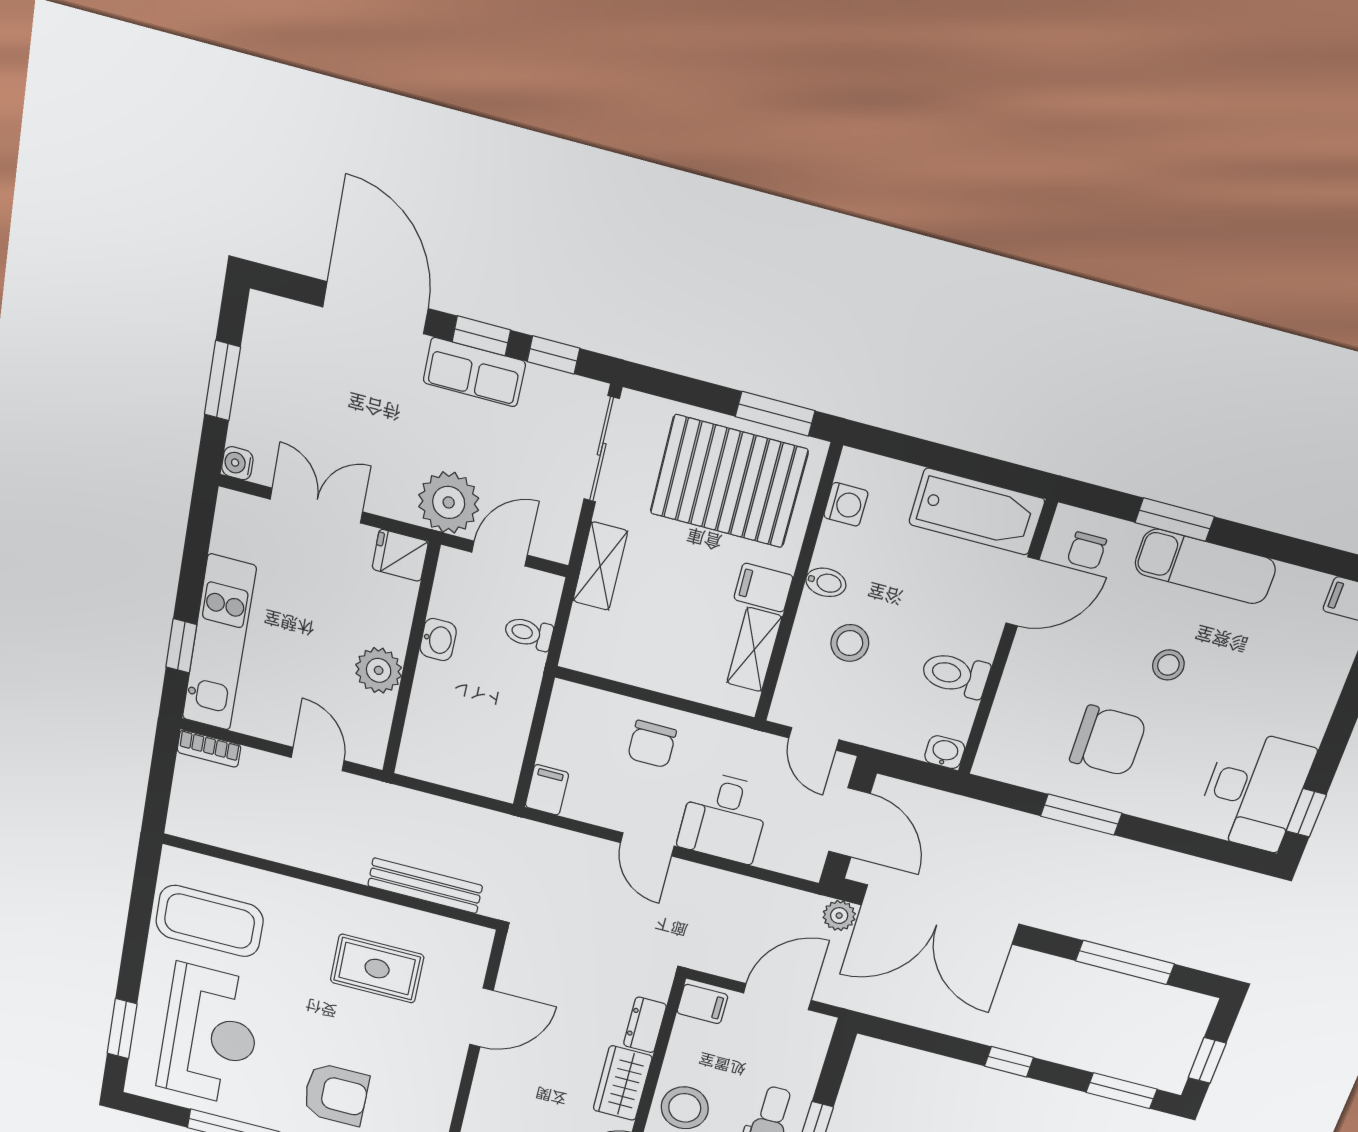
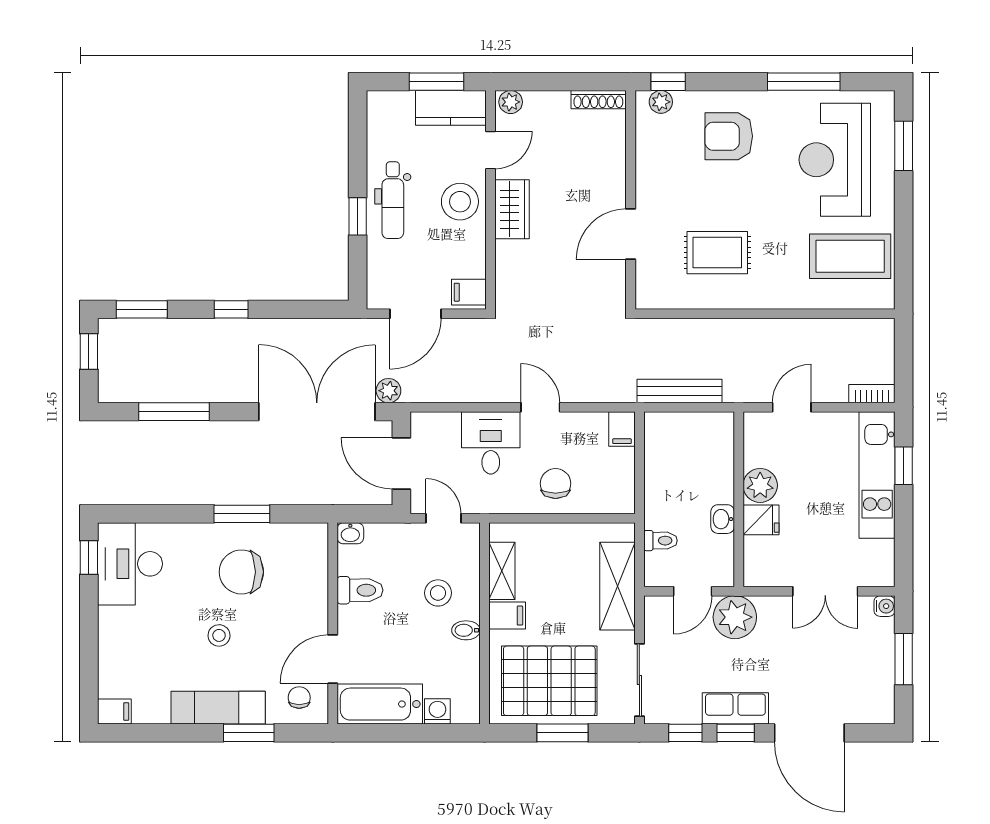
window: (775, 414) -> (562, 733), moved
washing machine: (846, 504) -> (437, 711), moved, turned 90
fridge: (400, 555) -> (761, 520), moved
shelving: (600, 566) -> (617, 586), width x1.50, depth x1.33
door: (318, 759) -> (792, 407), swing flipped
bench: (425, 886) -> (679, 391), moved
dresser: (645, 1025) -> (507, 263), removed

